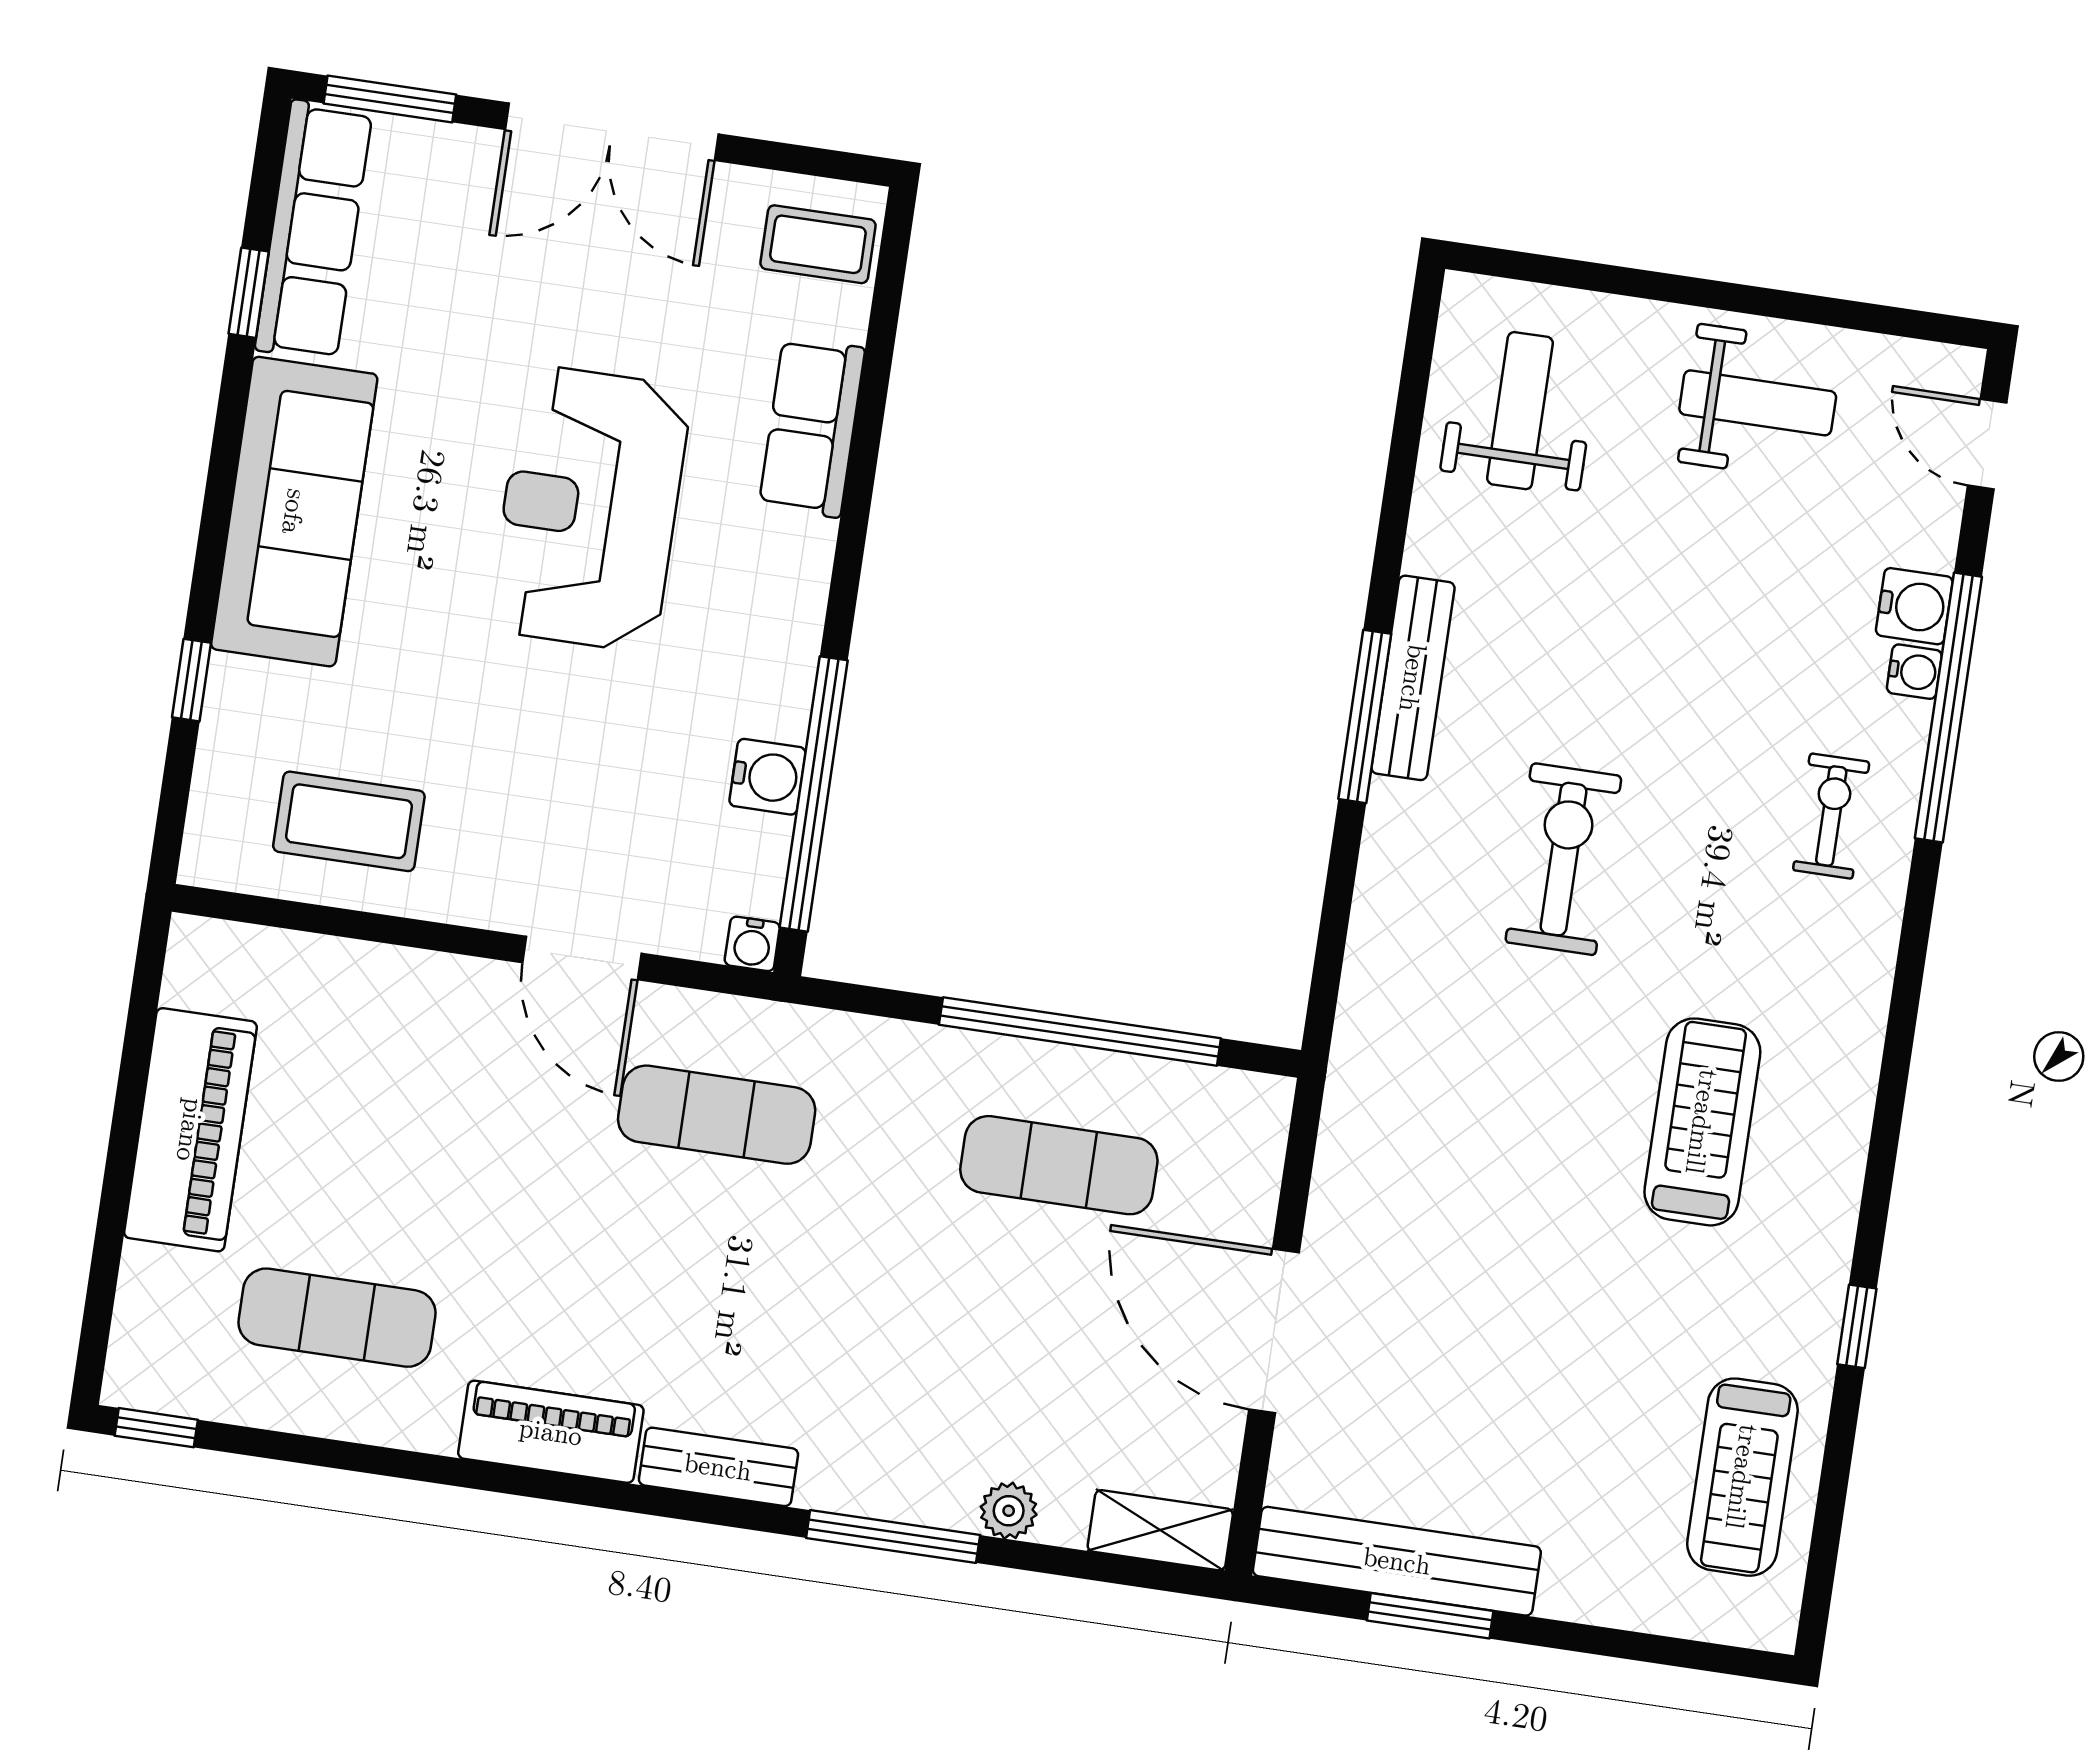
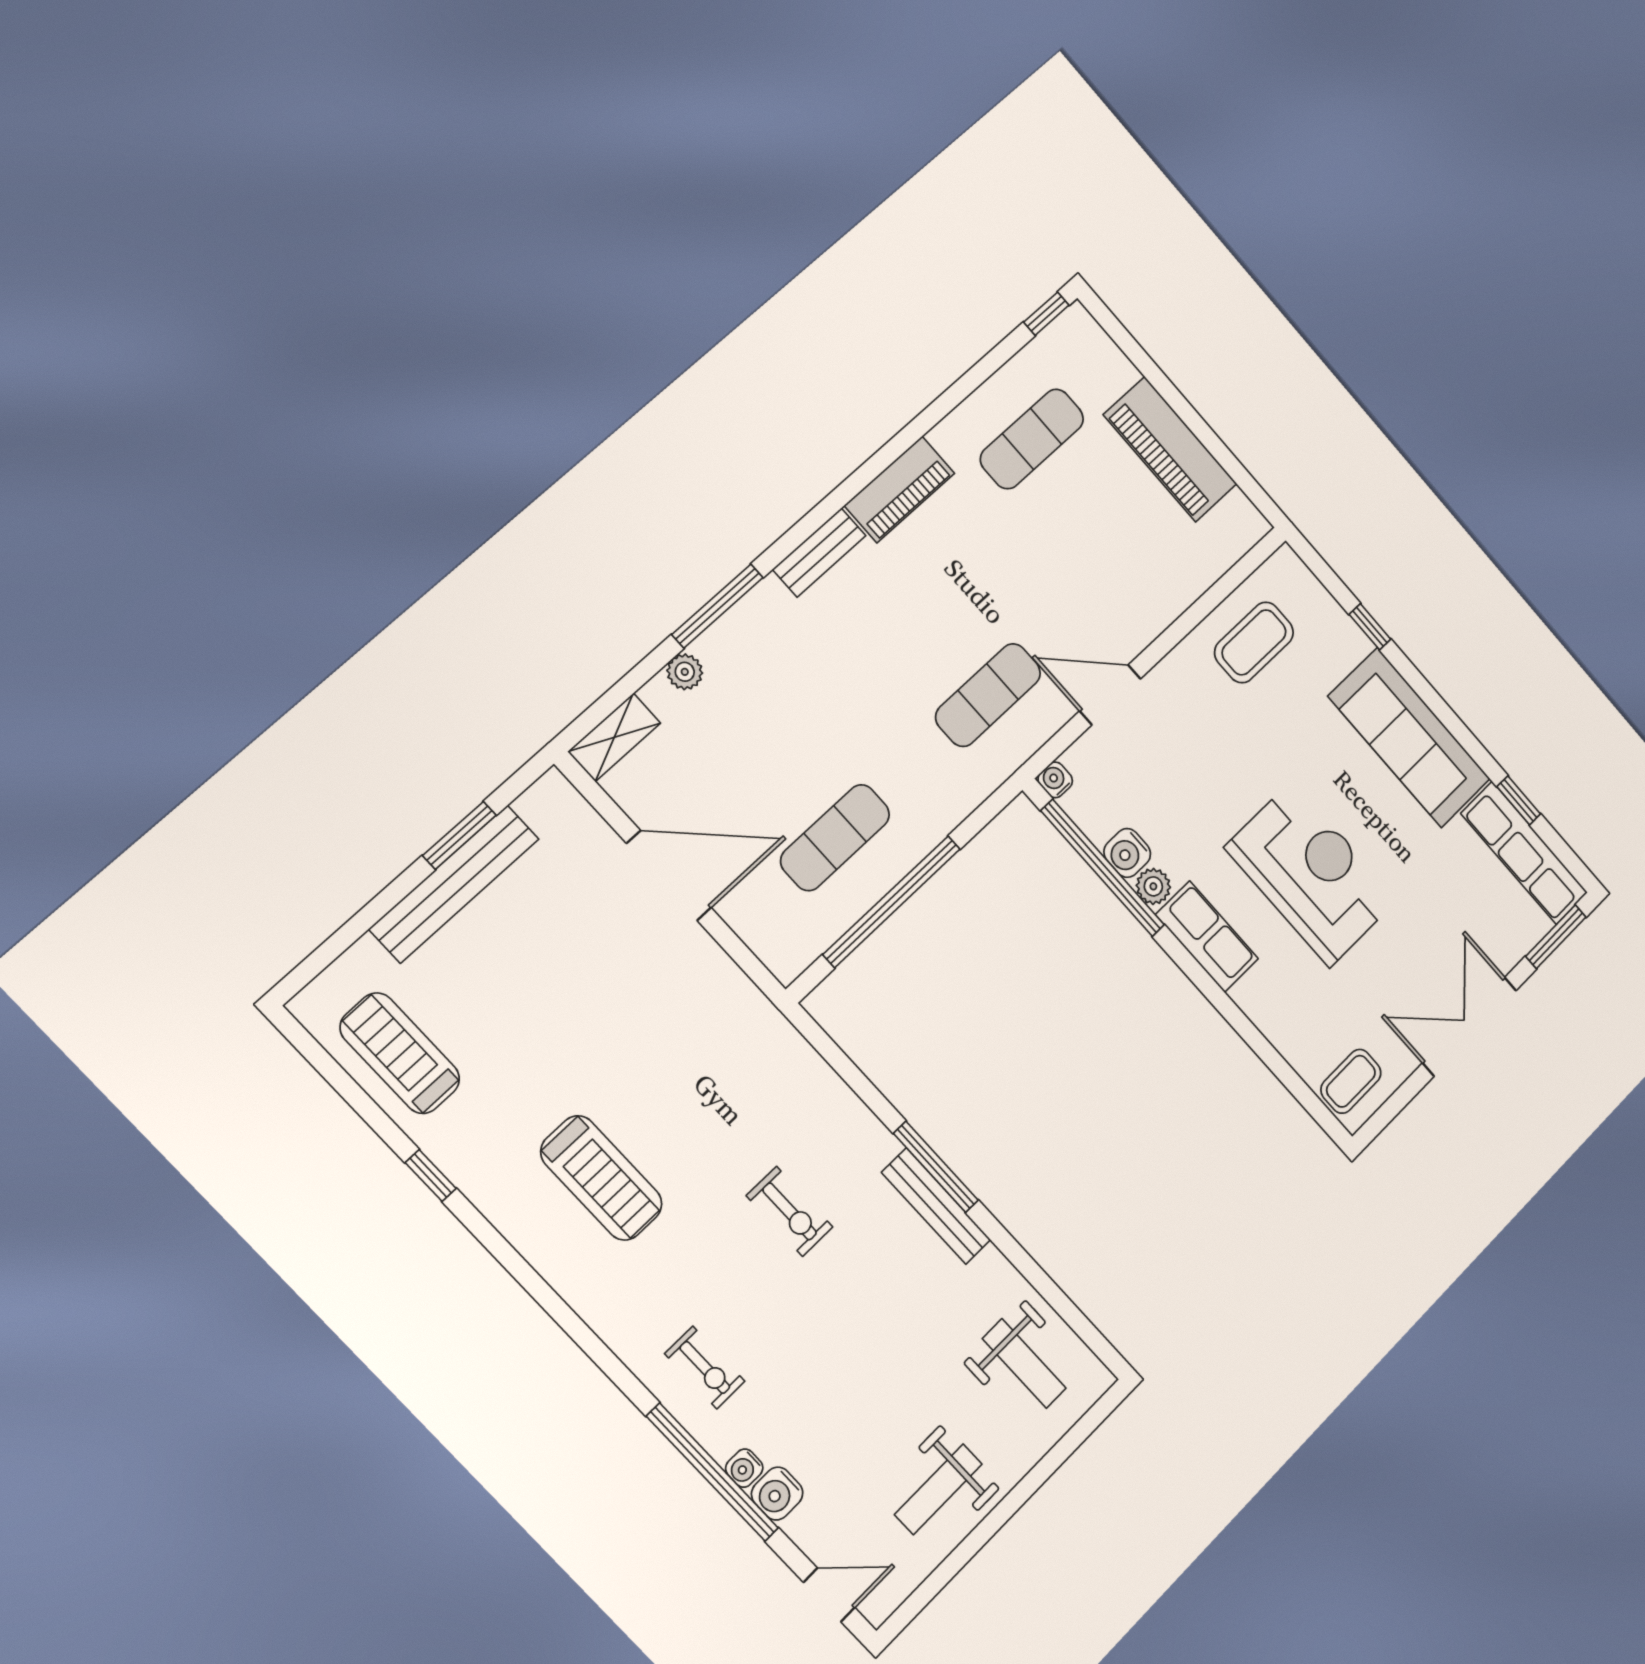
row of seats: (812, 427) -> (1207, 937), moved
plant: (782, 709) -> (1153, 886), added
exercise bike: (1563, 859) -> (790, 1211), width x0.73, depth x0.72
bench: (1397, 1561) -> (454, 884), moved

